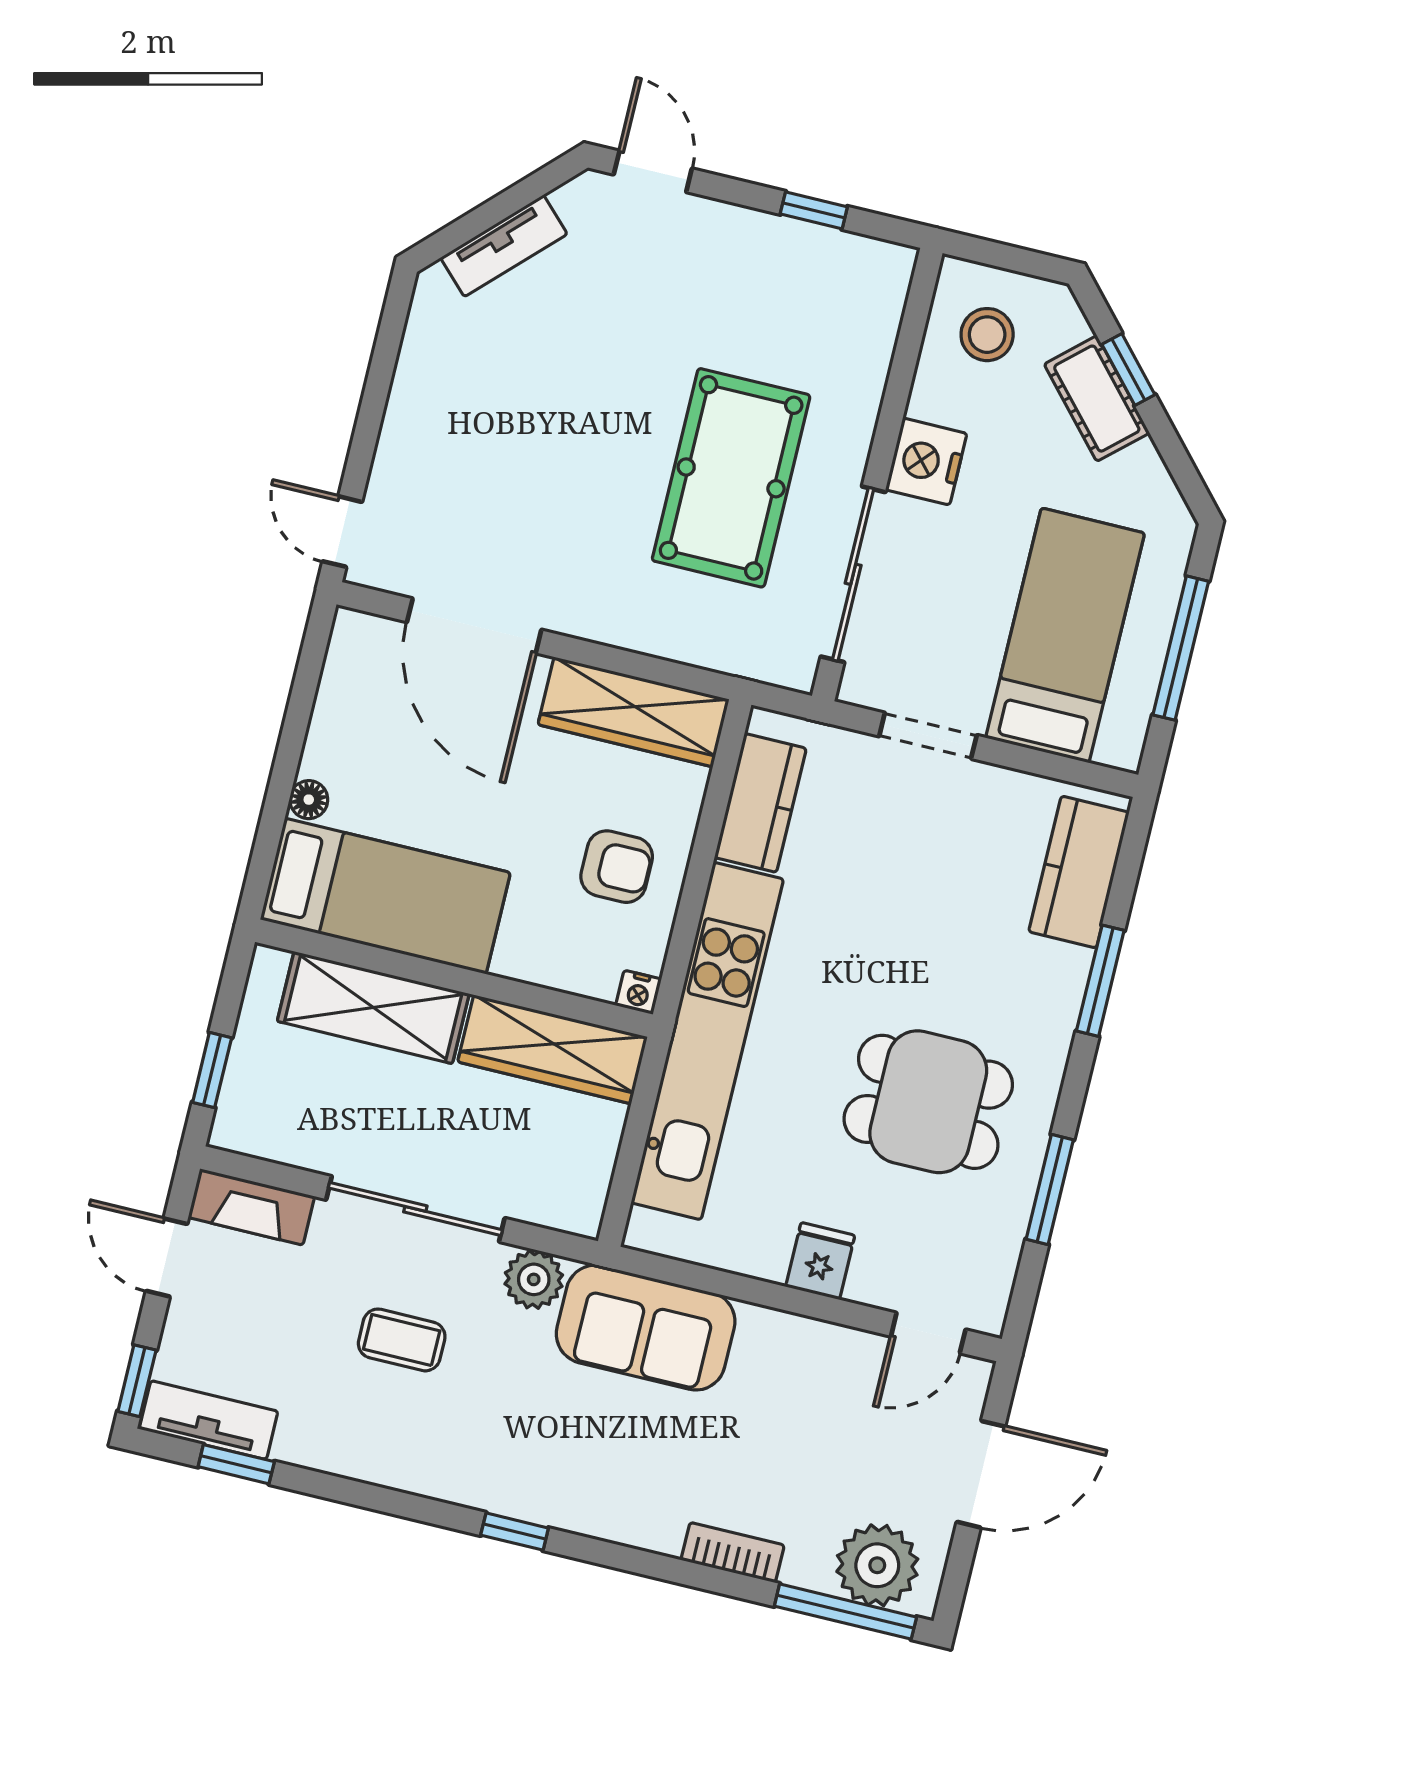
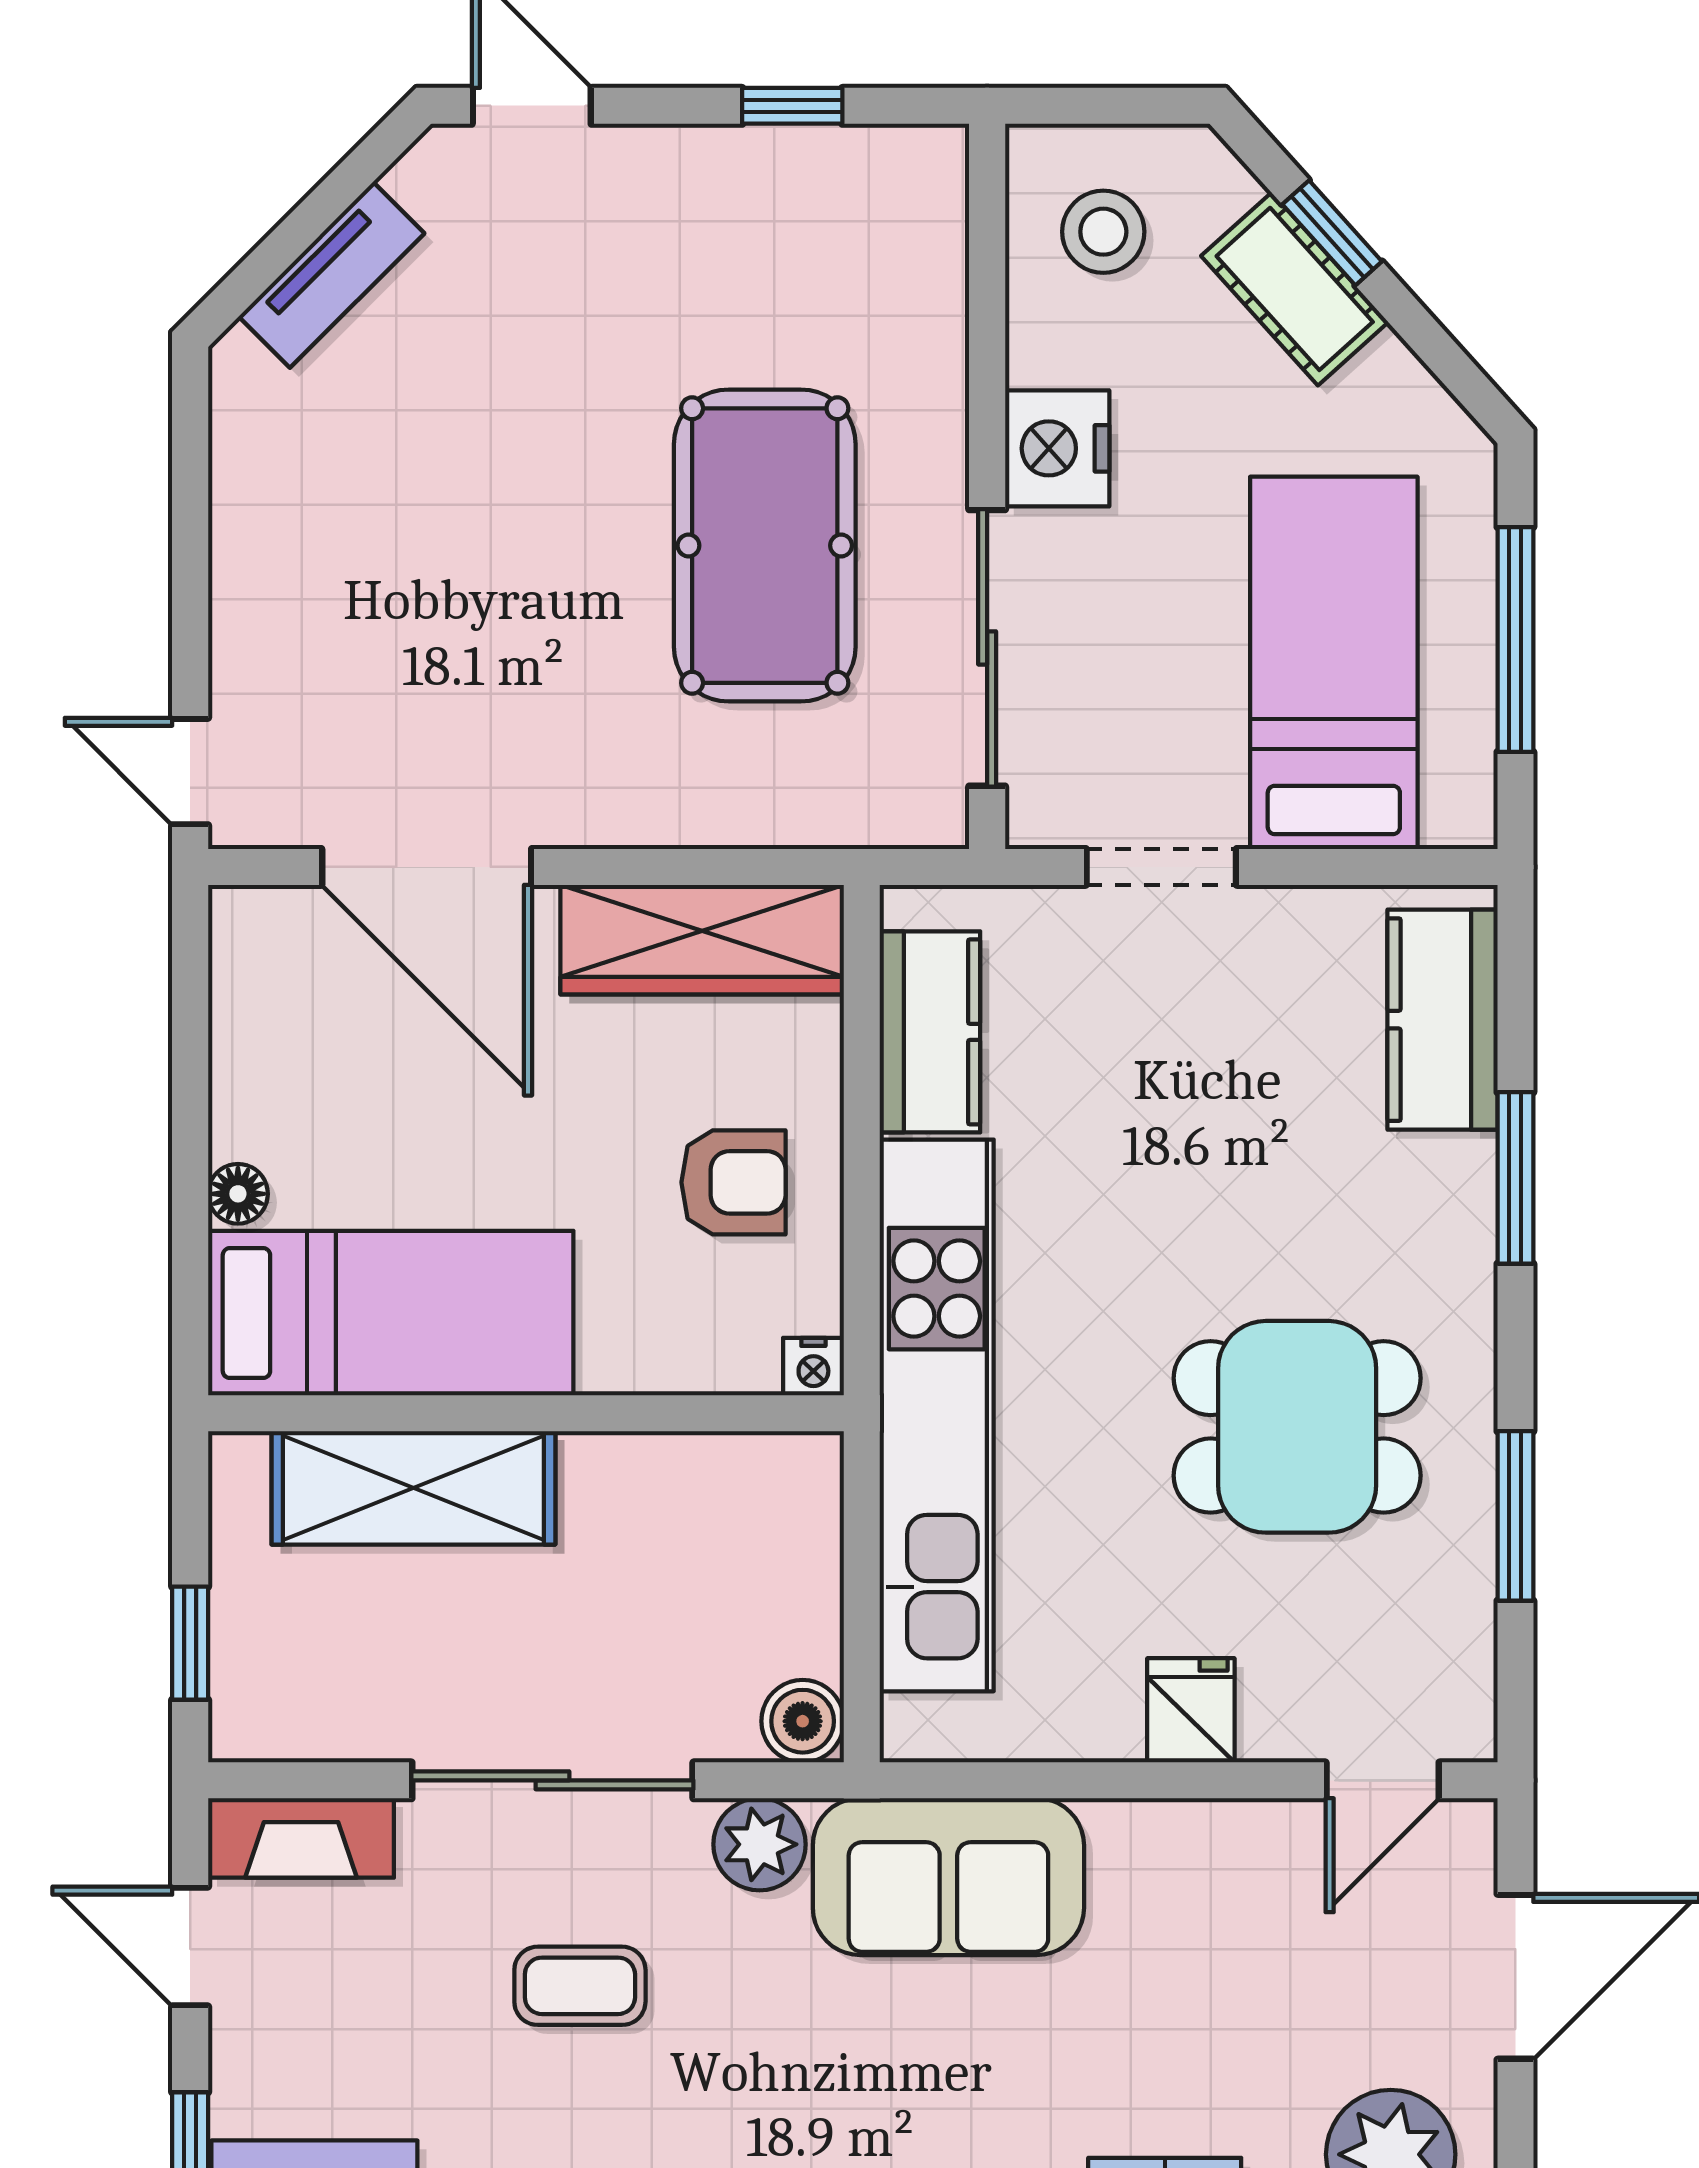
wardrobe: (553, 1049) -> (703, 1485), removed
boiler: (579, 1210) -> (803, 1721), added

